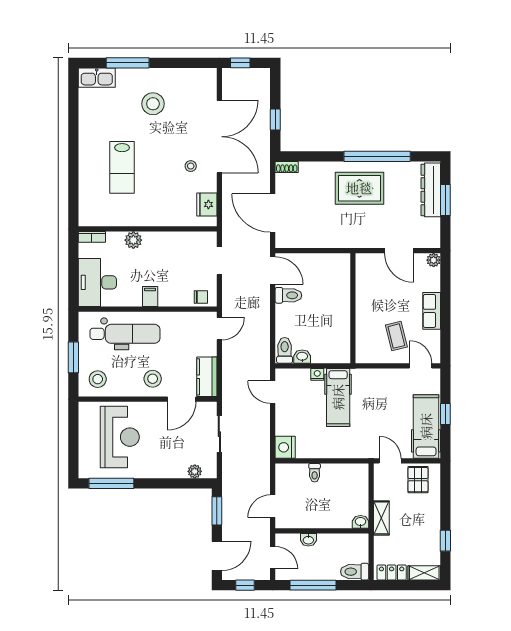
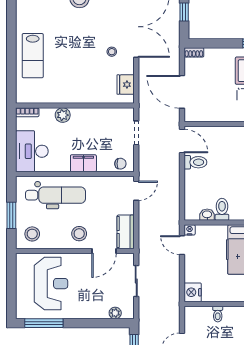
lab bench: (122, 167) -> (33, 56), moved
filing cabinet: (150, 297) -> (83, 163), width x2.00
toilet: (285, 350) -> (222, 209), moved
nightstand: (317, 374) -> (190, 230), moved

